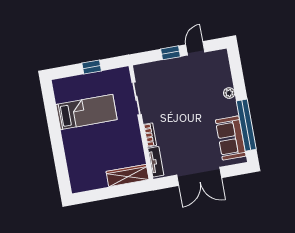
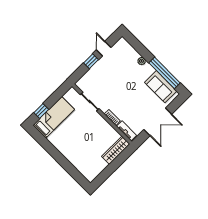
window: (92, 67) -> (41, 111), moved
bed: (86, 112) -> (54, 117), moved

